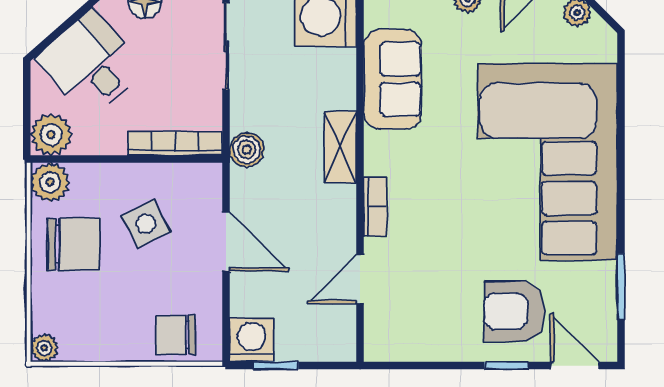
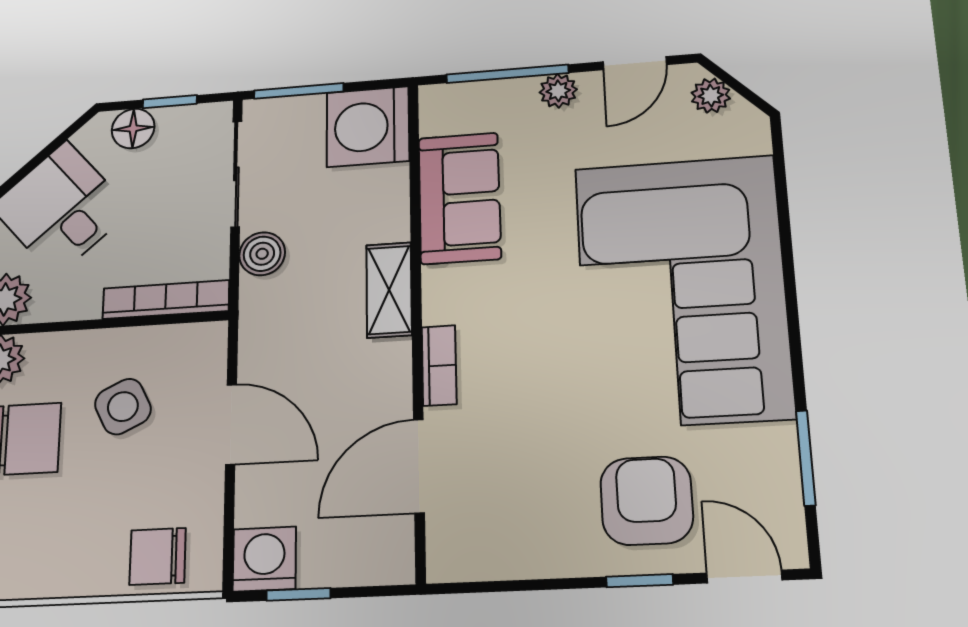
boiler: (247, 150) -> (262, 254), moved
door: (360, 279) -> (419, 466), width x1.38
armchair: (514, 311) -> (647, 501), turned 90

